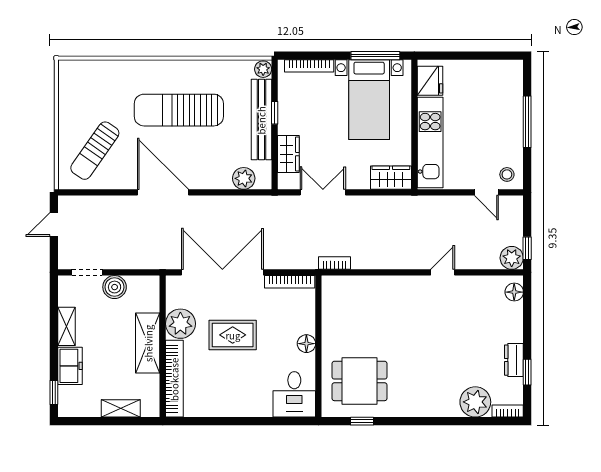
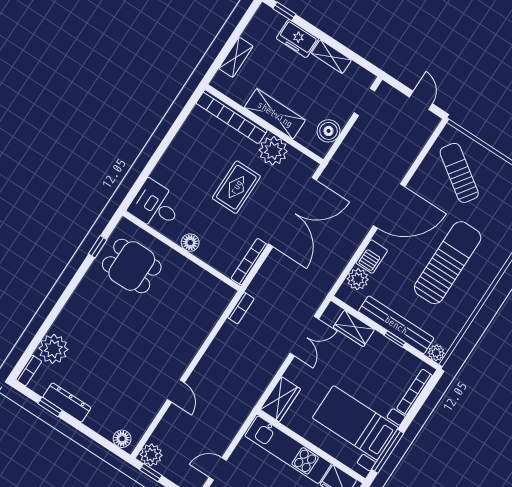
barbecue: (216, 179) -> (372, 257), added
boiler: (115, 287) -> (329, 131), moved
dresser: (514, 360) -> (67, 402), width x1.44
dining table: (360, 381) -> (132, 266), turned 90

